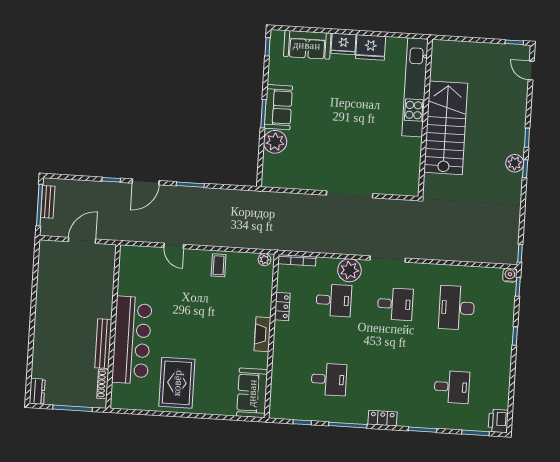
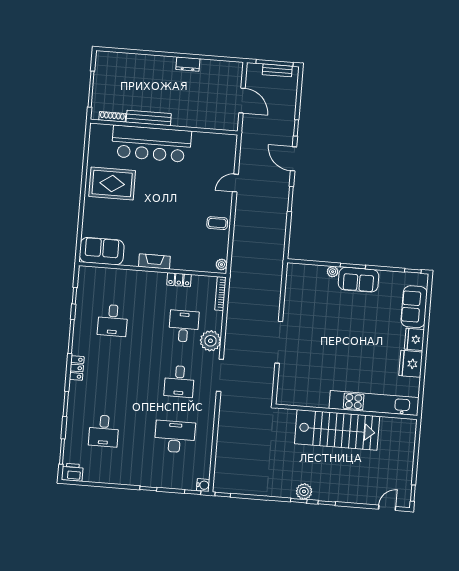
plant: (275, 142) -> (333, 272), width x0.53, depth x0.53
desk: (334, 300) -> (184, 326), turned 180
dresser: (37, 391) -> (188, 64), moved

